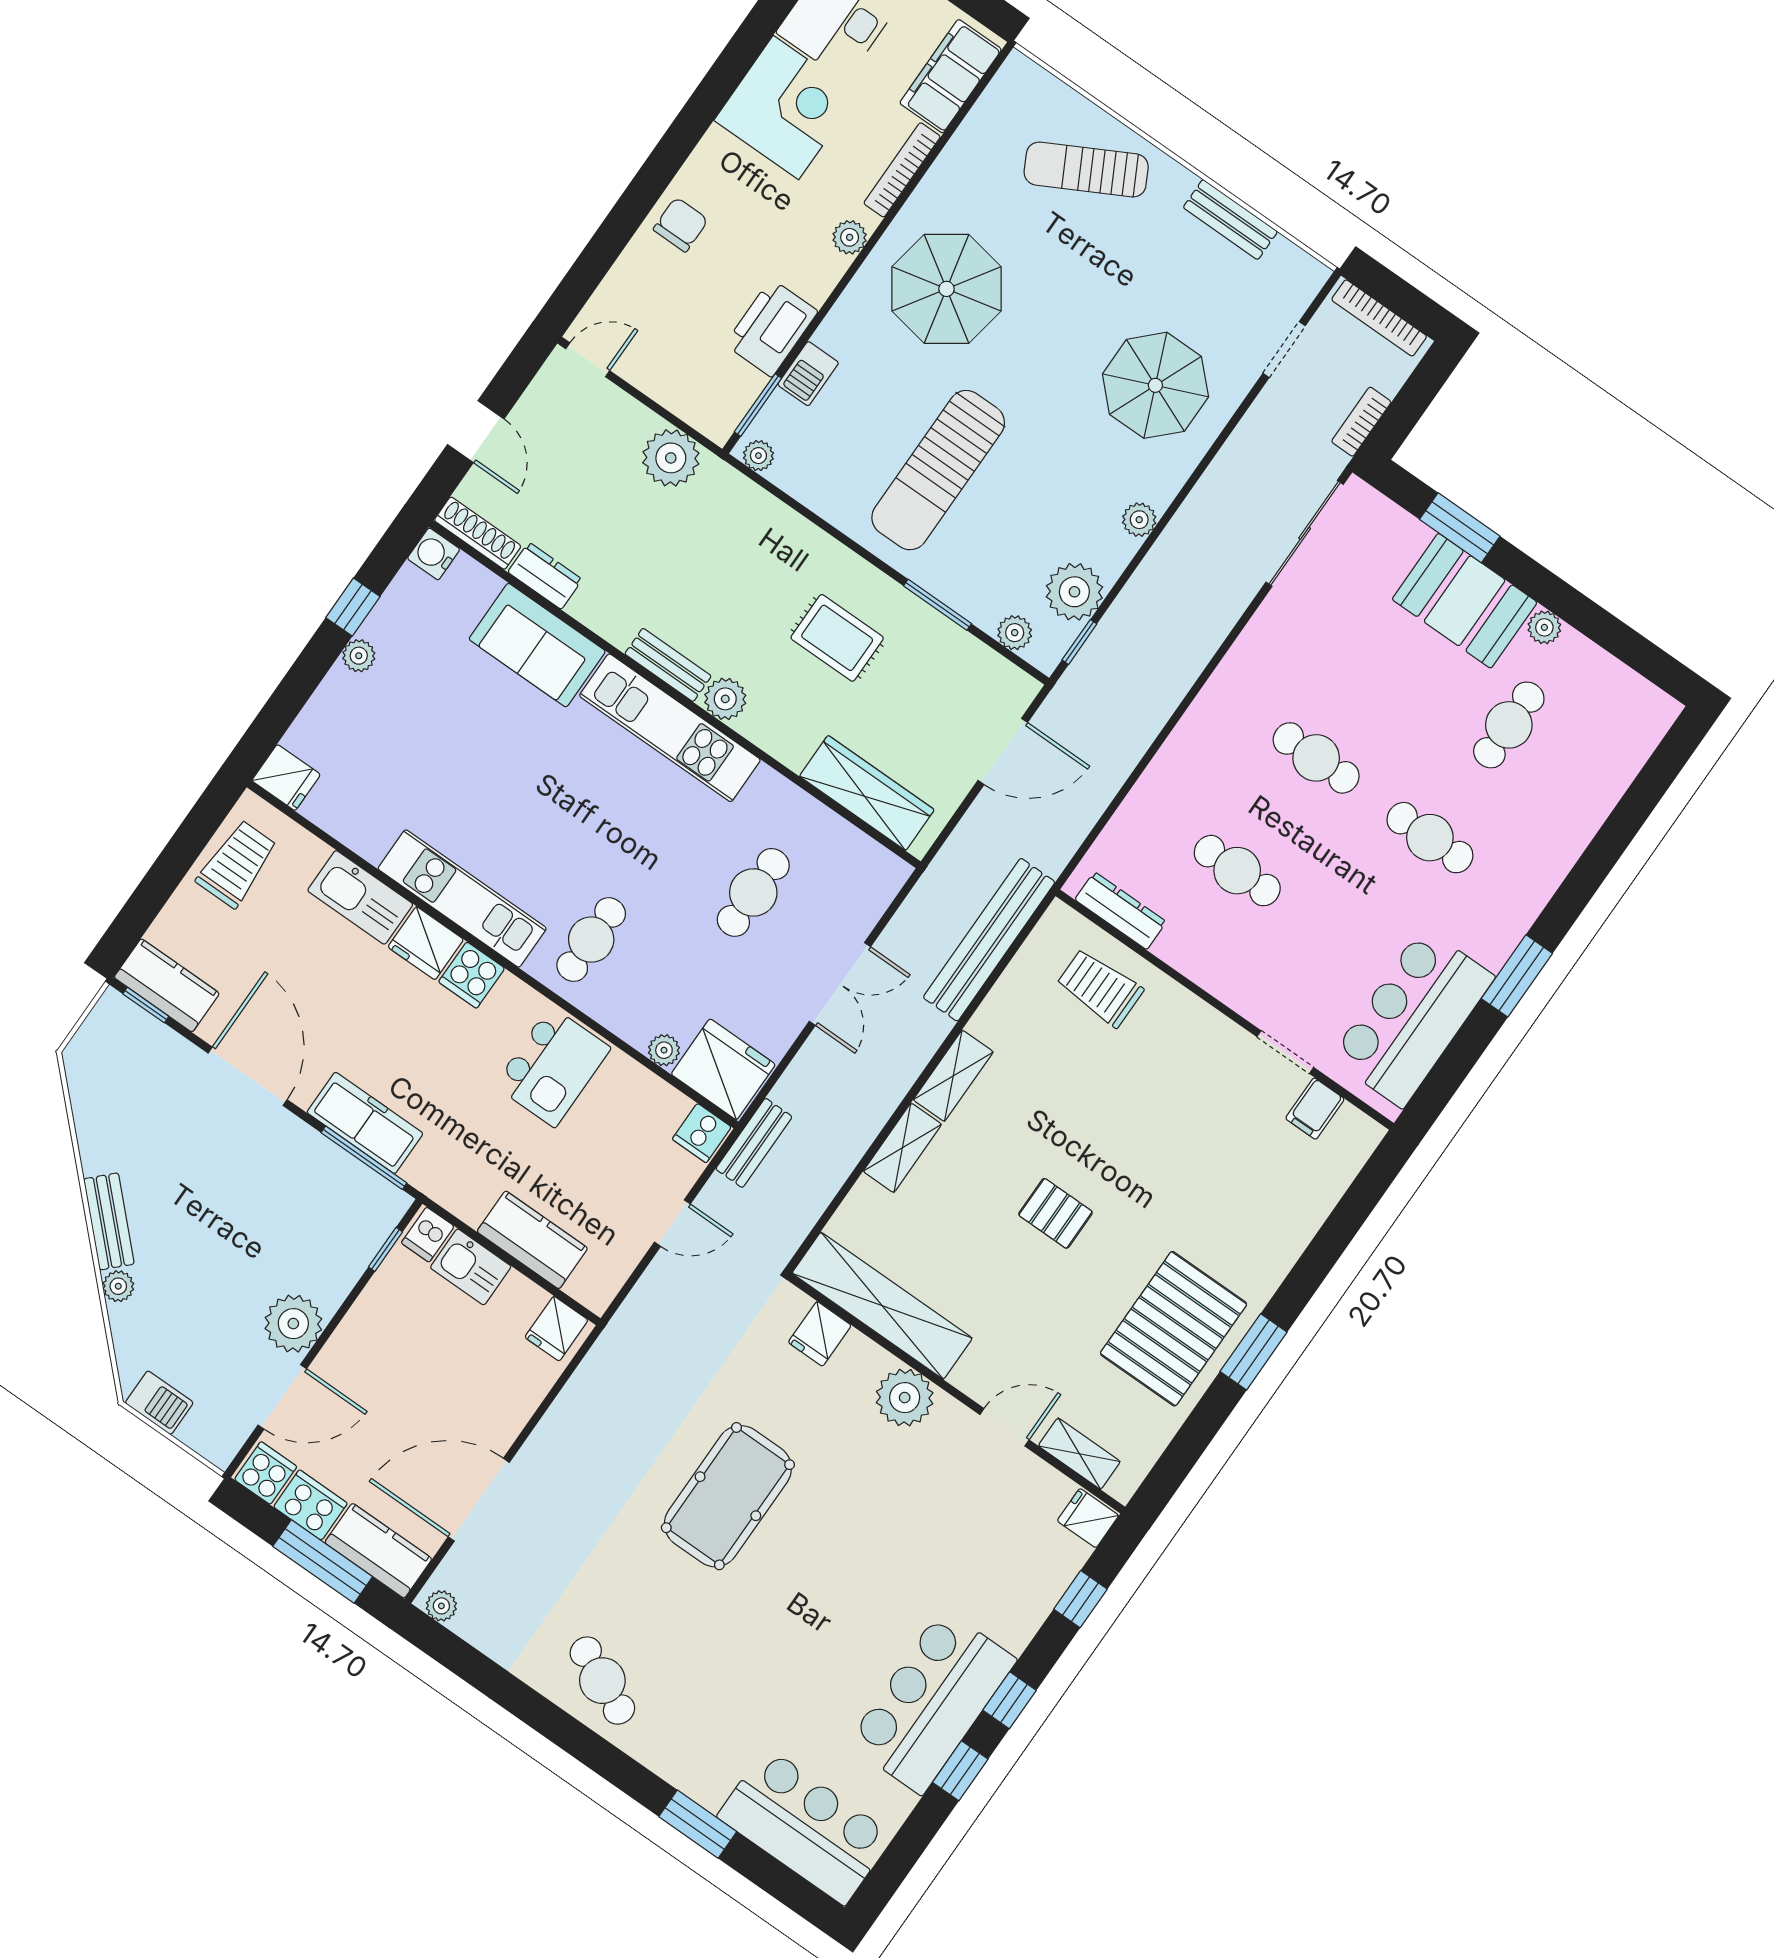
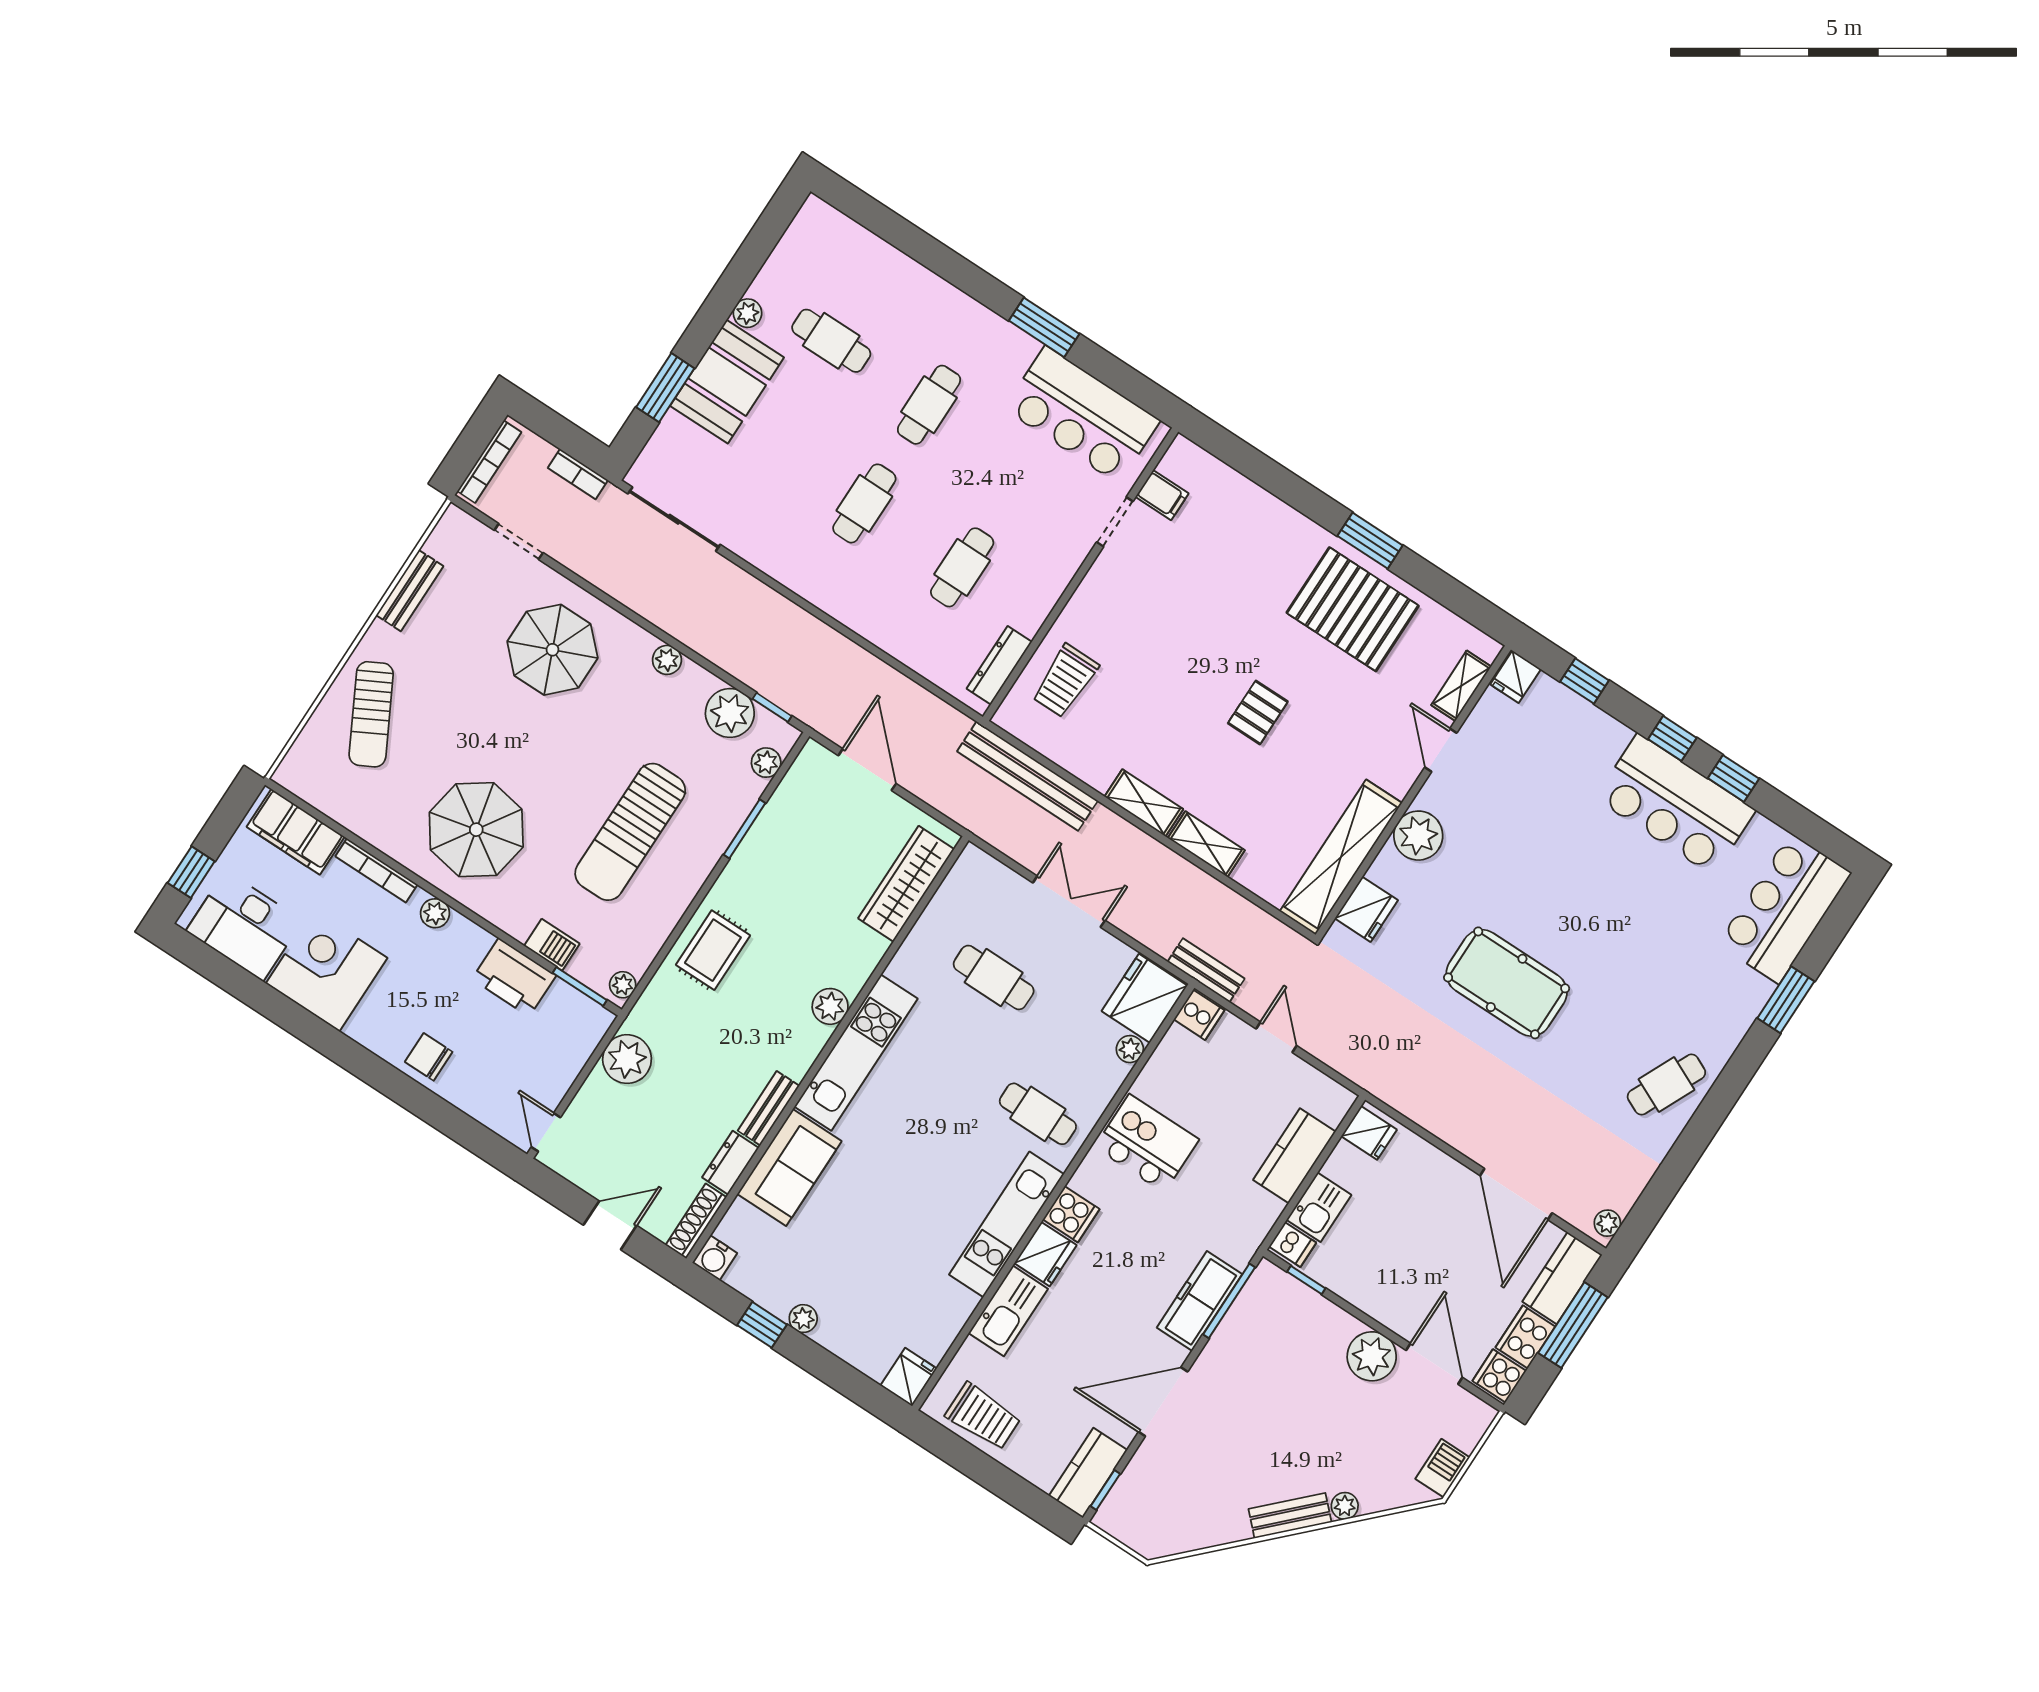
sun lounger: (938, 470) -> (630, 832), turned 90
rug: (837, 638) -> (713, 950), moved
bench: (668, 665) -> (769, 1108), moved
trolley: (237, 864) -> (983, 1416), turned 180
fridge: (820, 1334) -> (1366, 909), width x1.38

